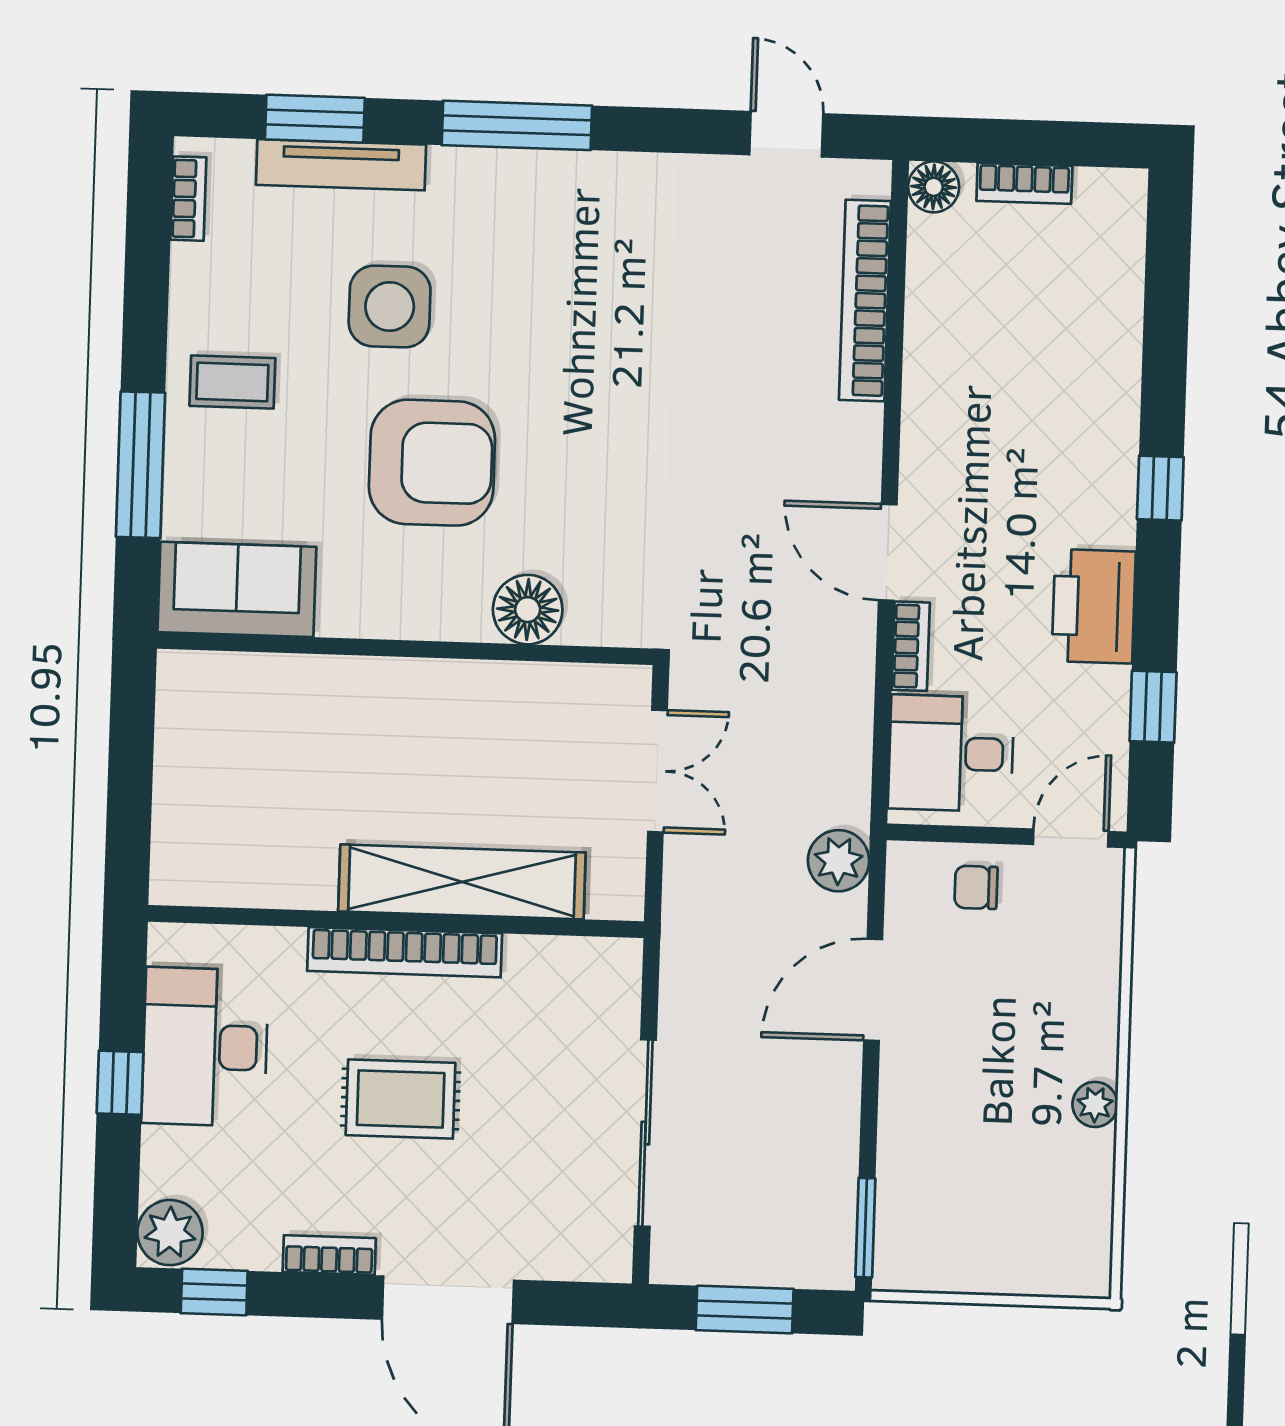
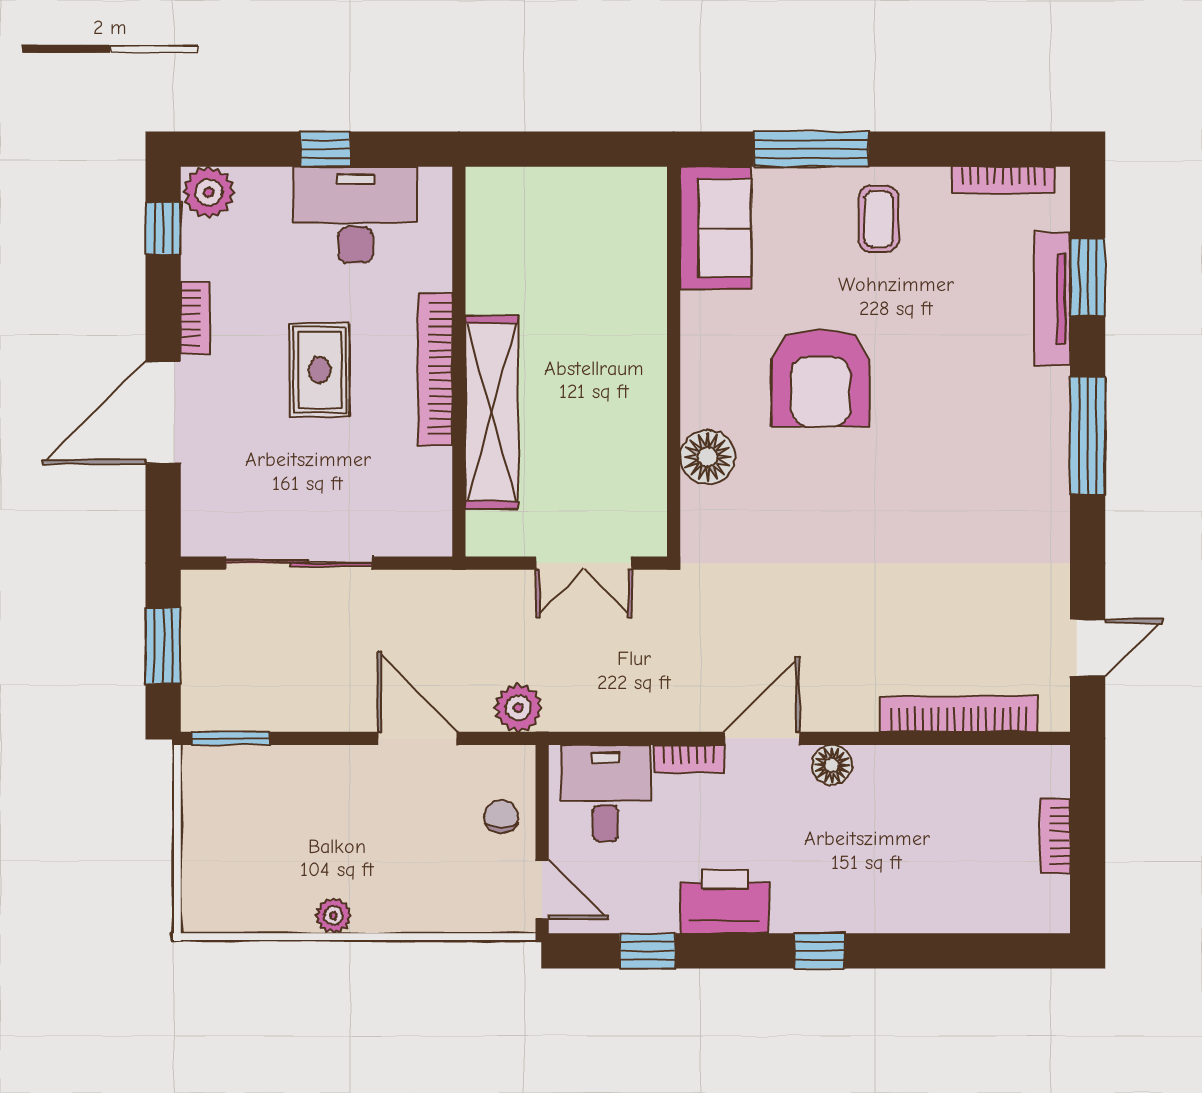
floor lamp: (934, 187) -> (832, 765), moved
bookcase: (188, 199) -> (1003, 180), width x1.56
side table: (390, 306) -> (942, 341), removed

